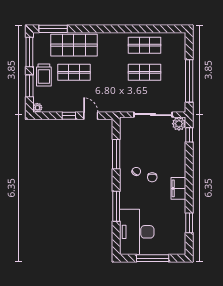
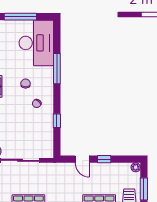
window: (116, 154) -> (57, 121), width x0.46
chair: (152, 177) -> (26, 84), moved

